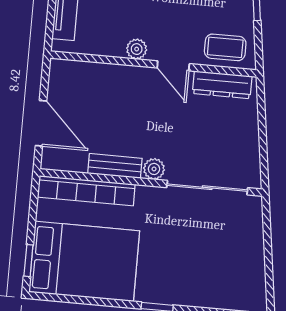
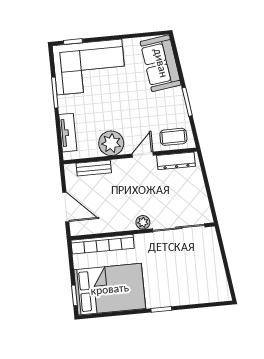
plant: (137, 49) -> (111, 143), width x1.87, depth x1.87
door: (173, 66) -> (143, 155), swing flipped
bench: (115, 166) -> (94, 168), moved

